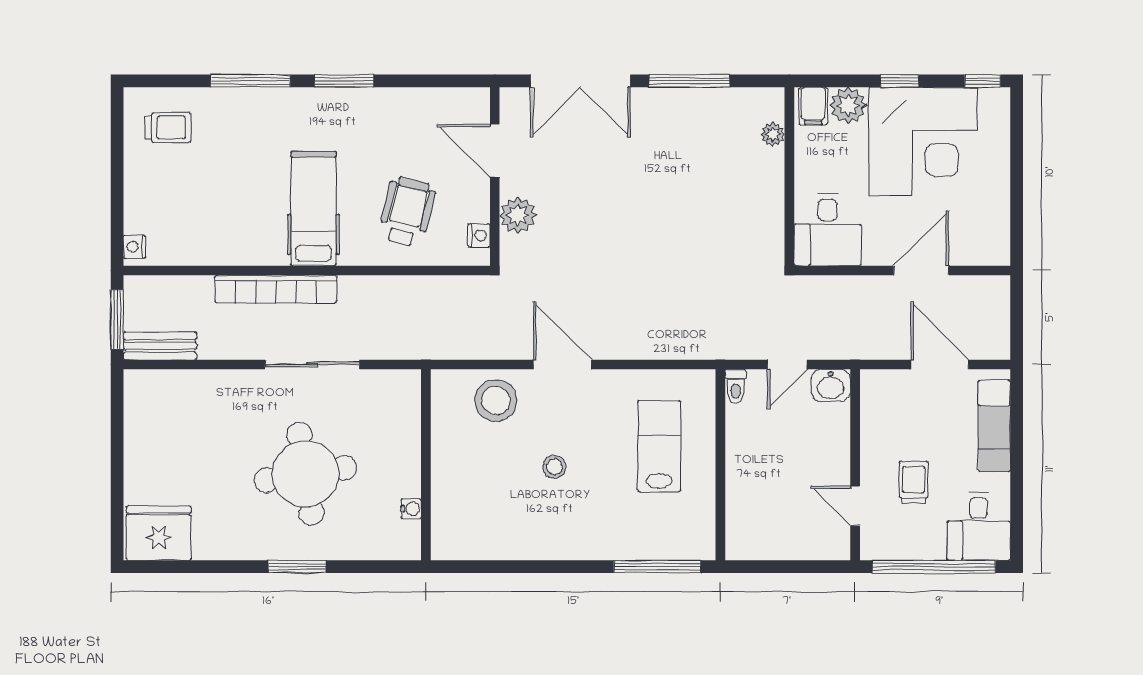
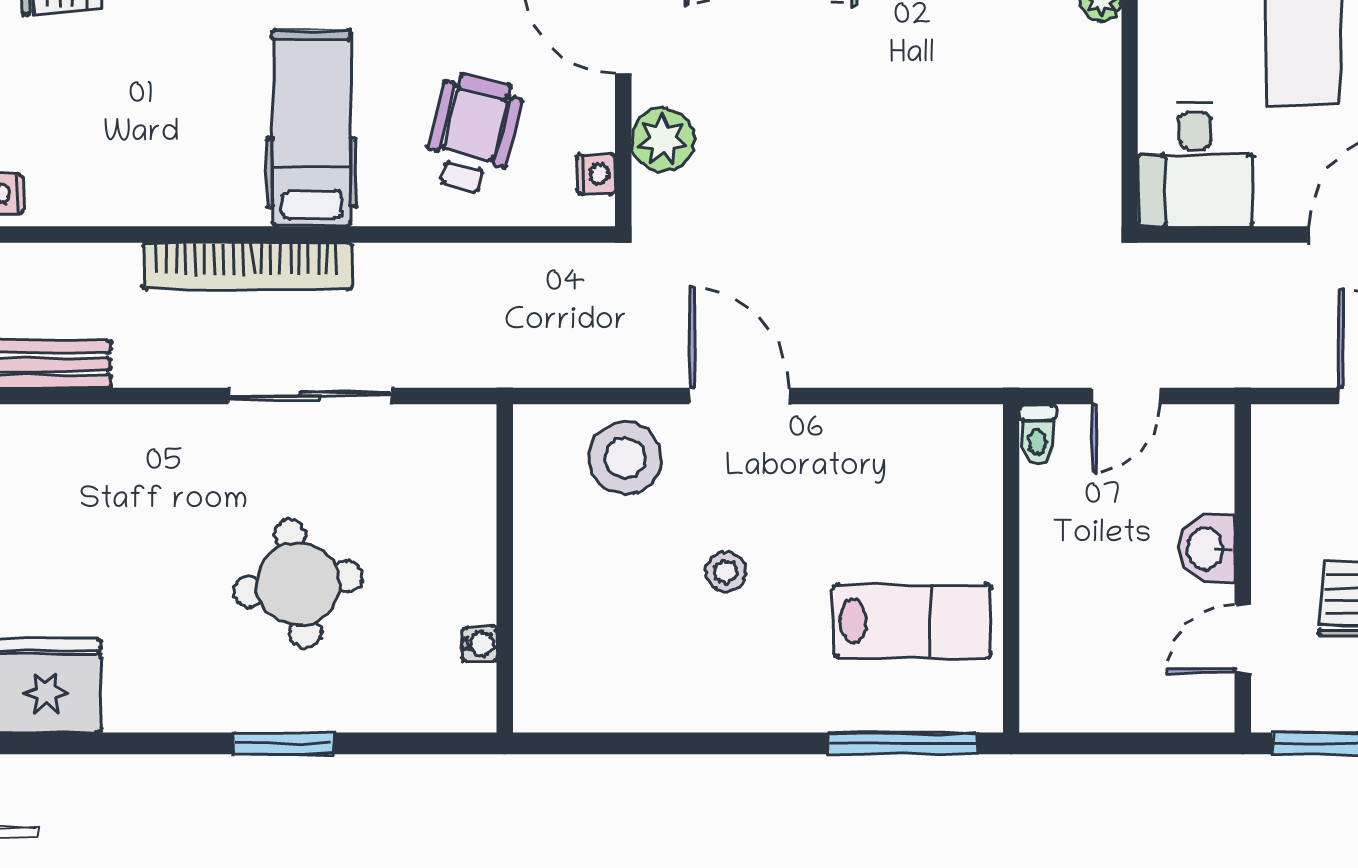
washbasin: (831, 385) -> (1207, 549), moved, turned 90
lab bench: (659, 446) -> (912, 621), moved, turned 90
round table: (305, 474) -> (298, 584), width x0.73, depth x0.73
door: (855, 506) -> (1243, 639), hinge flipped

